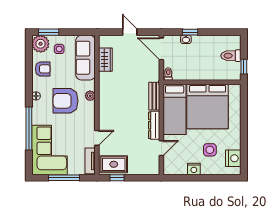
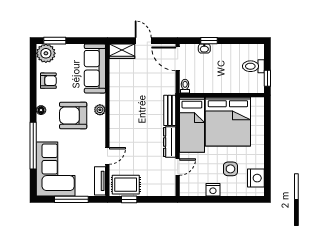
side table: (59, 49) -> (66, 59), removed
wardrobe: (105, 60) -> (122, 51), moved, turned 90

